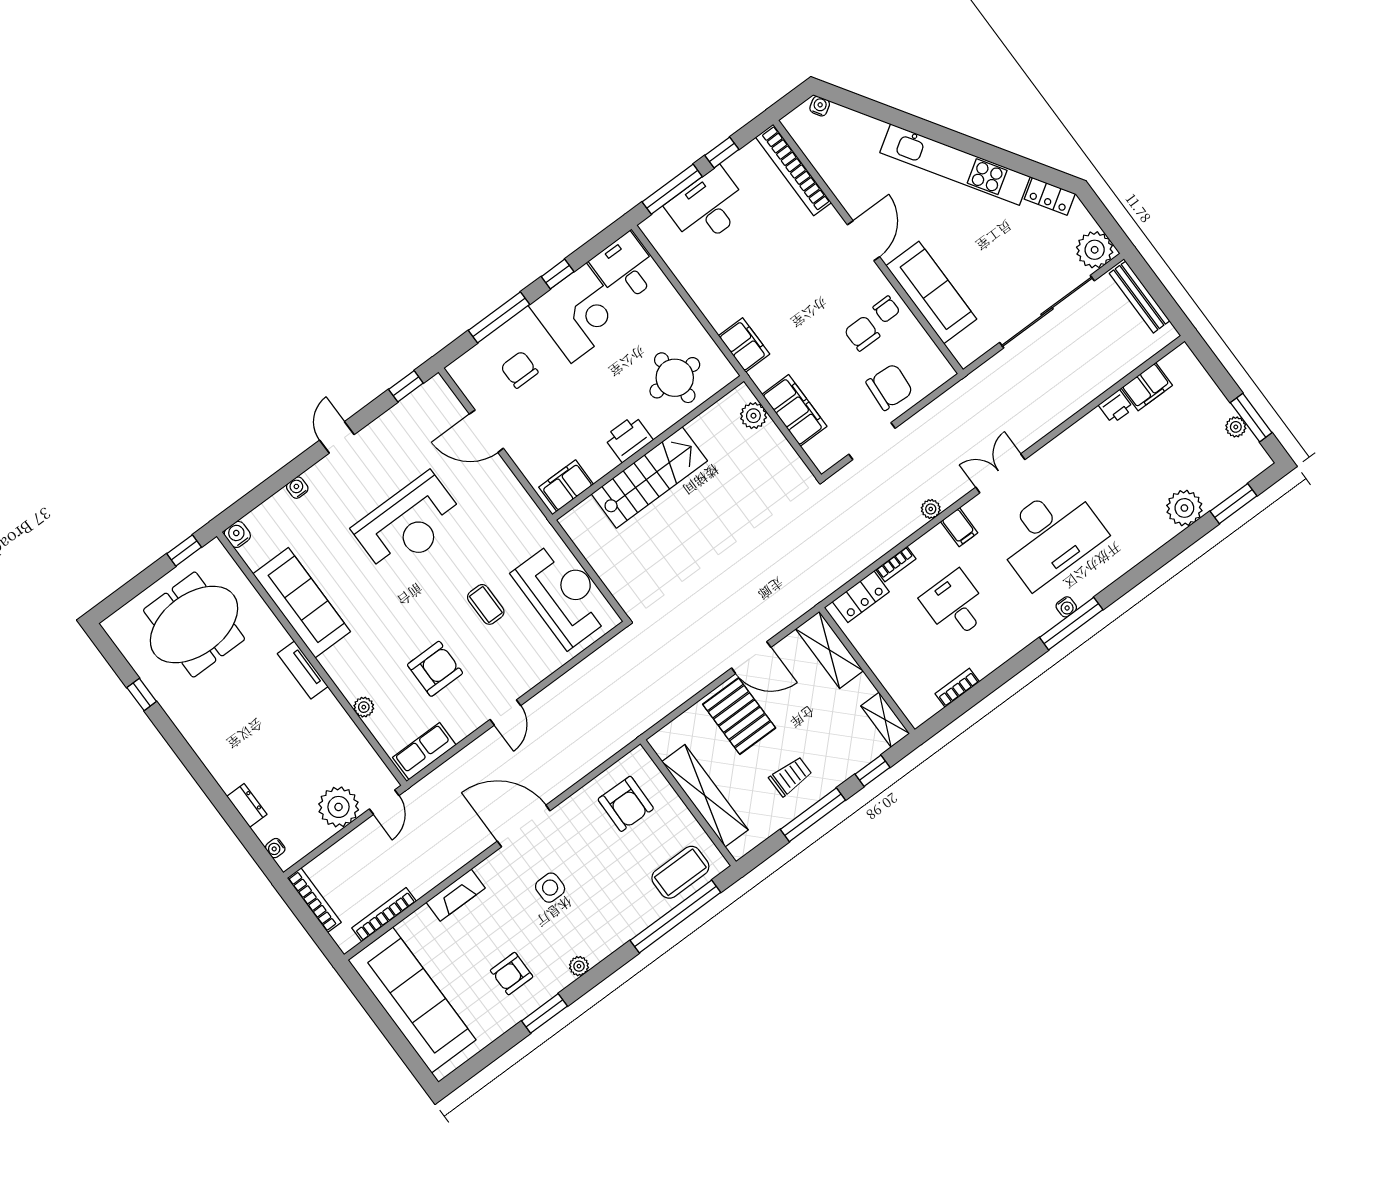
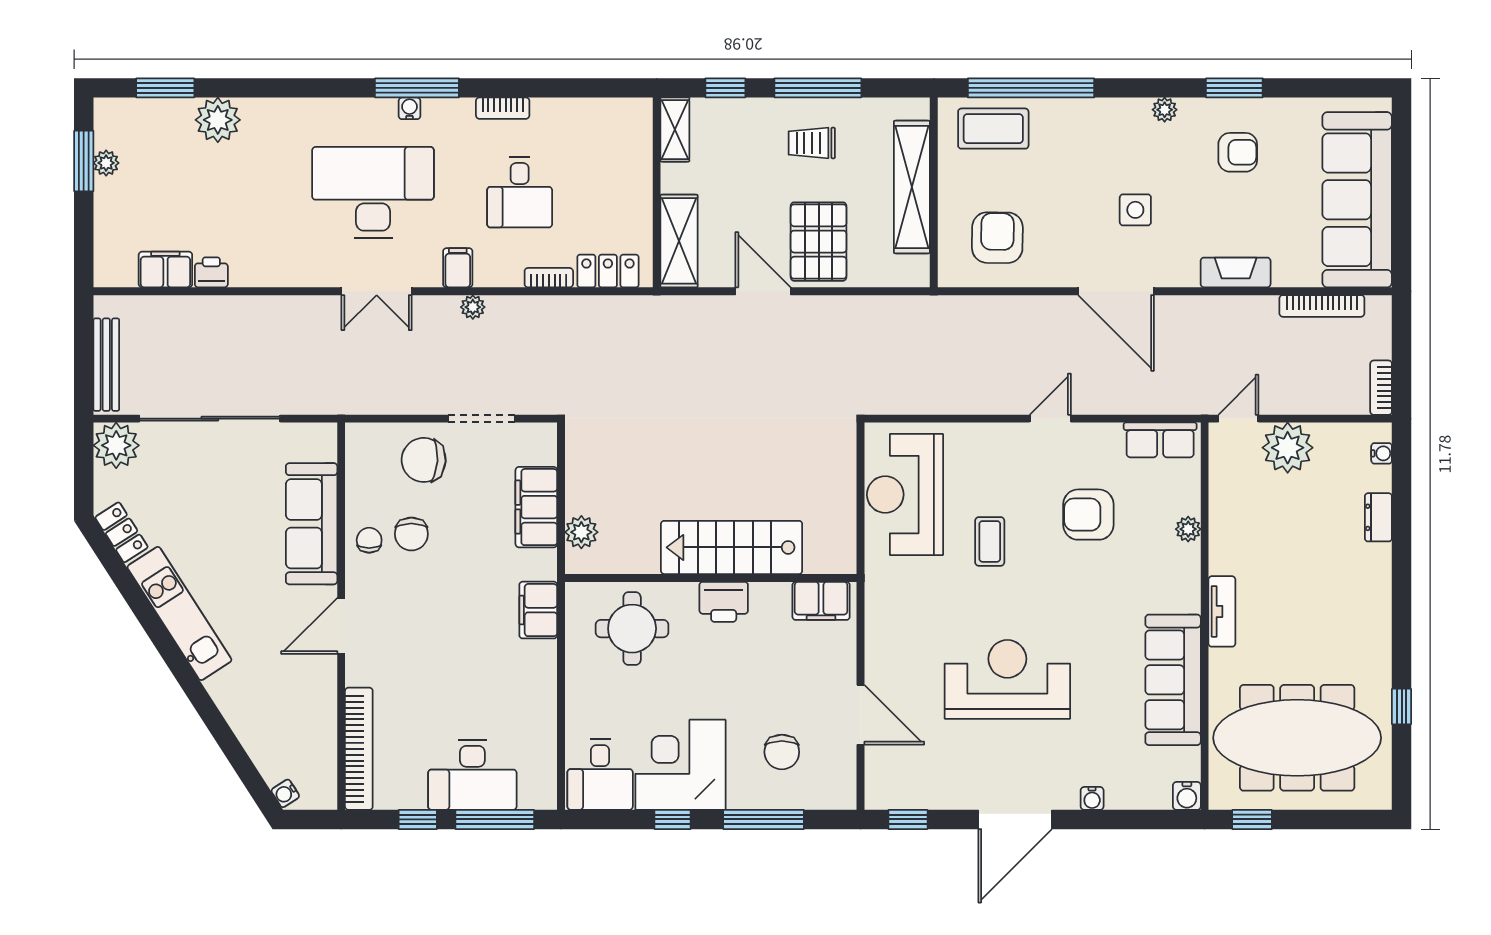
kitchen unit: (955, 165) -> (179, 614), width x0.73
door: (337, 437) -> (1015, 819), width x1.88
meeting table: (194, 625) -> (1297, 738), width x1.36
bookcase: (957, 688) -> (503, 108), moved
bookcase: (314, 900) -> (1381, 388), width x0.64

